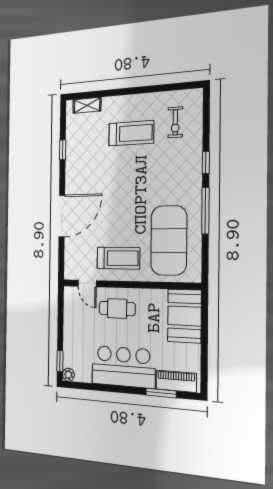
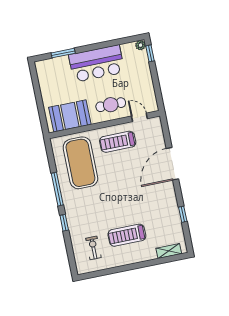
booth: (184, 316) -> (70, 116), moved, turned 90
piano: (176, 381) -> (54, 65), removed

